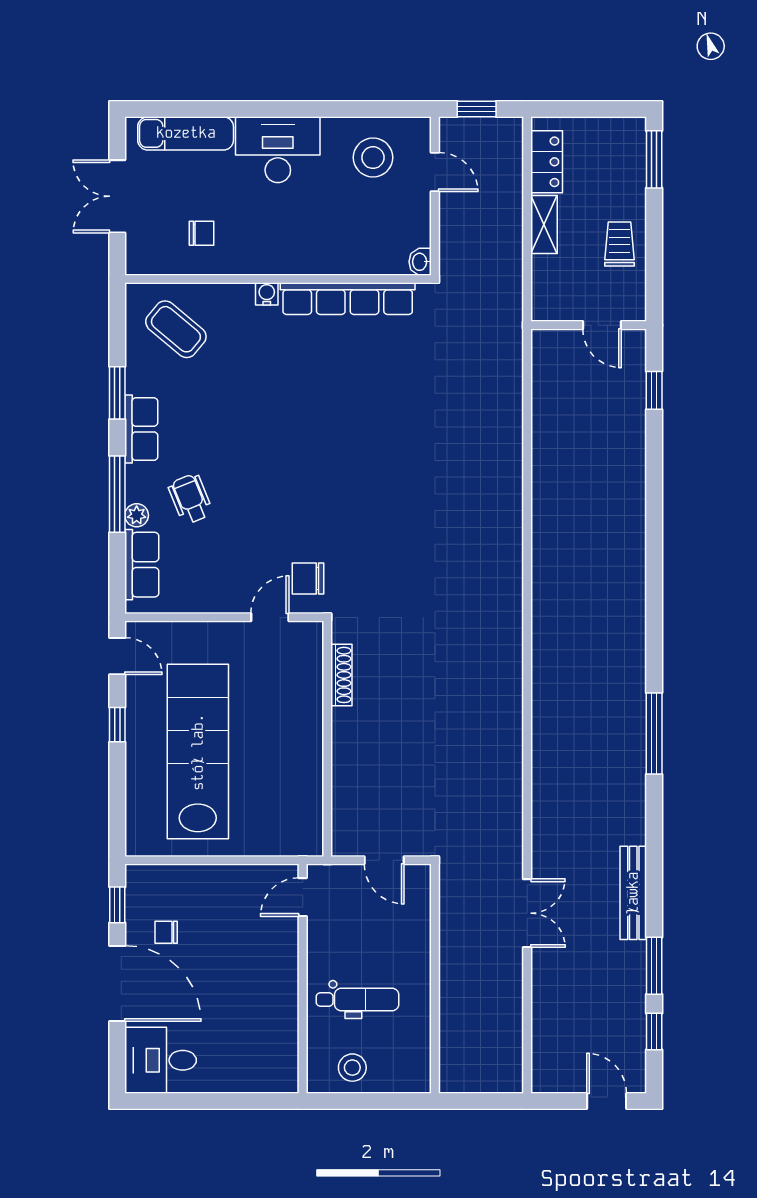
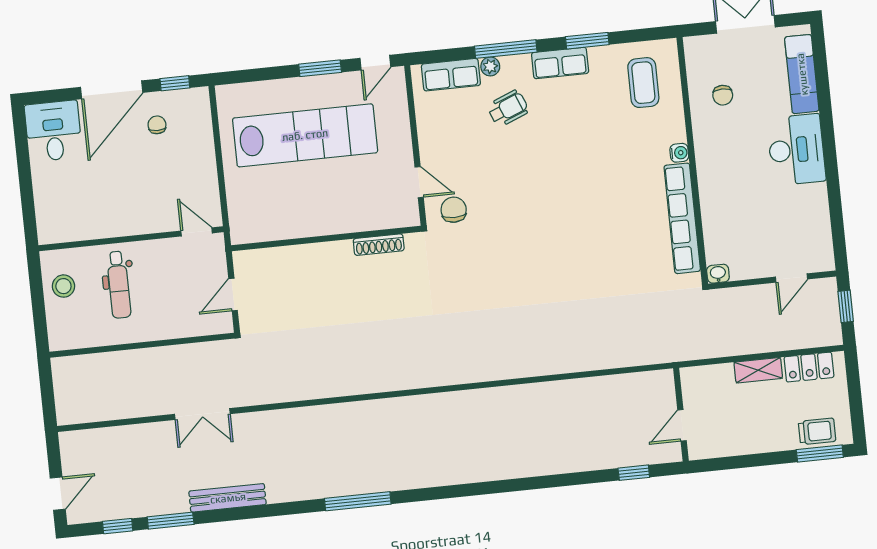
stool: (373, 158) -> (798, 227), removed
trolley: (620, 244) -> (817, 431), moved
coffee table: (176, 329) -> (643, 83), turned -40
window: (117, 725) -> (320, 68), width x1.50

